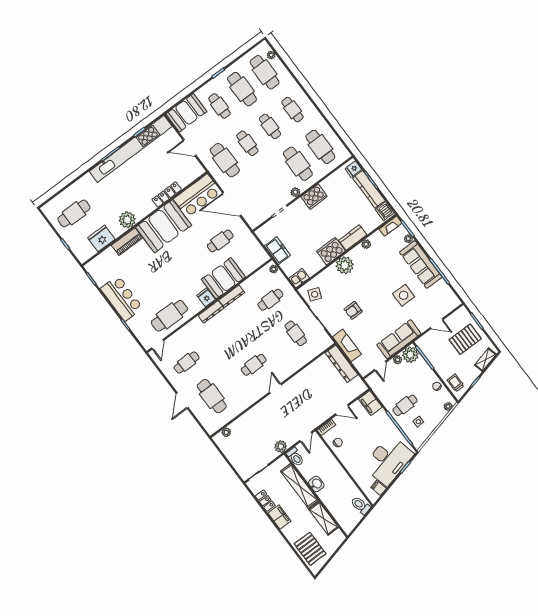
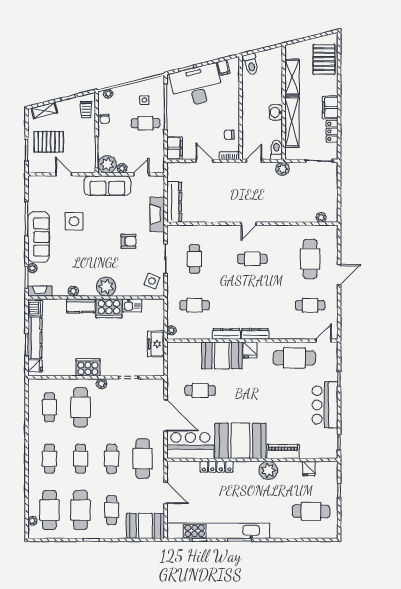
cafe table: (320, 147) -> (49, 407), width x0.73, depth x0.74
fridge: (101, 239) -> (309, 469), width x0.53, depth x0.75
kitchen sink: (299, 278) -> (132, 305), moved

